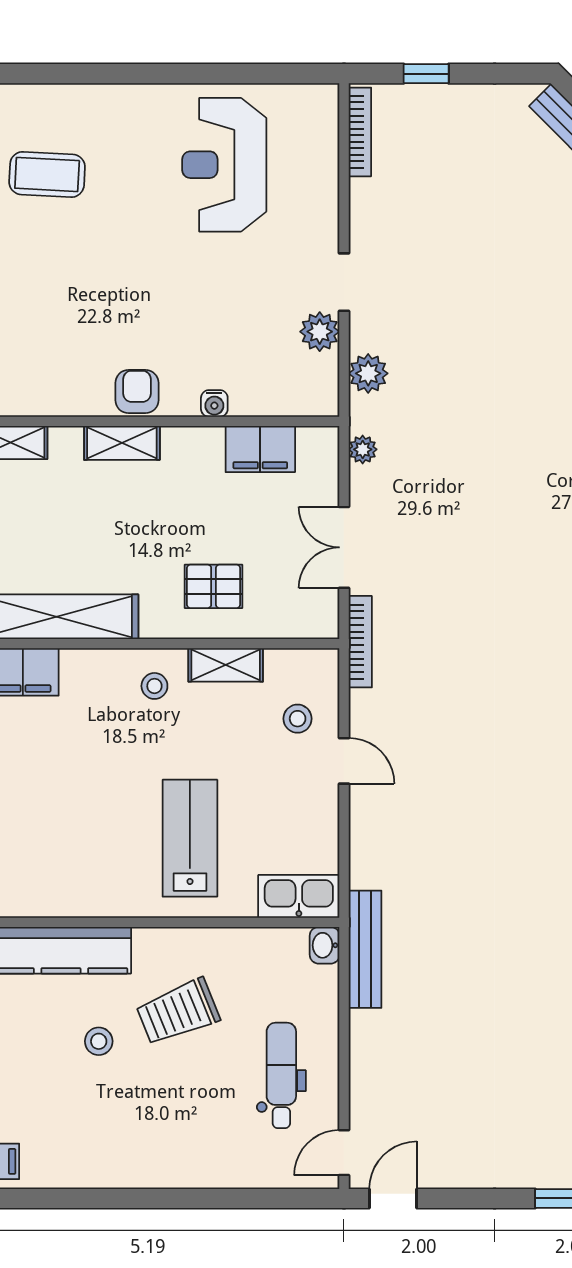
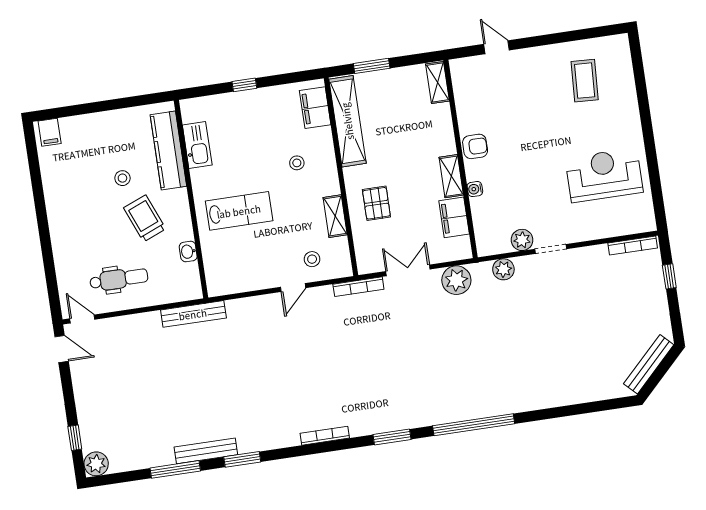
shelving: (122, 443) -> (451, 176), moved
plant: (363, 449) -> (456, 280), width x1.87, depth x1.87
stool: (154, 686) -> (297, 163), moved
kitchen sink: (299, 896) -> (197, 145), moved
washbasin: (325, 945) -> (188, 252), moved, turned -90

